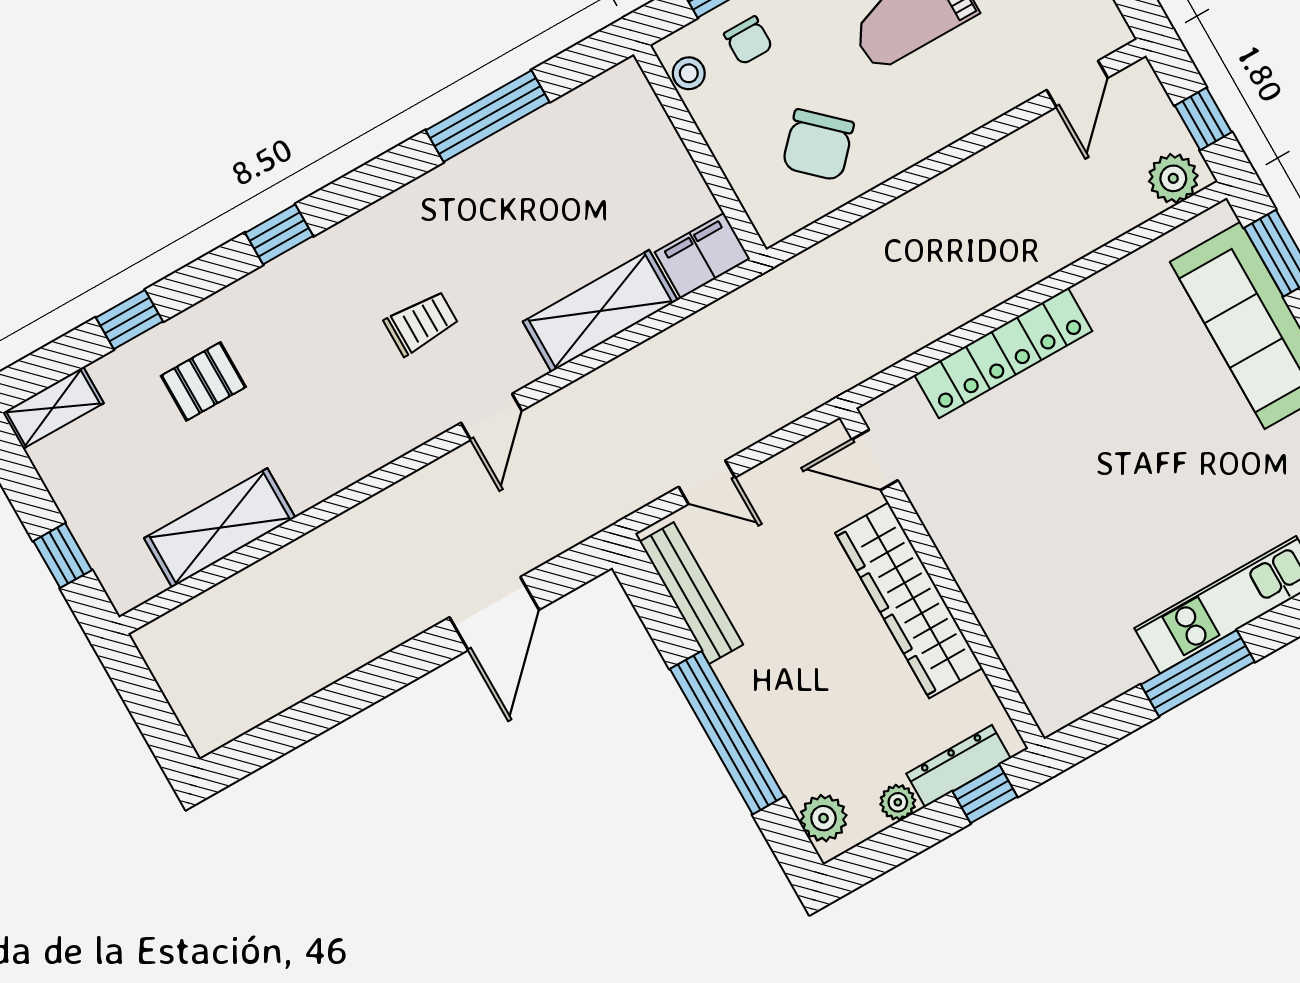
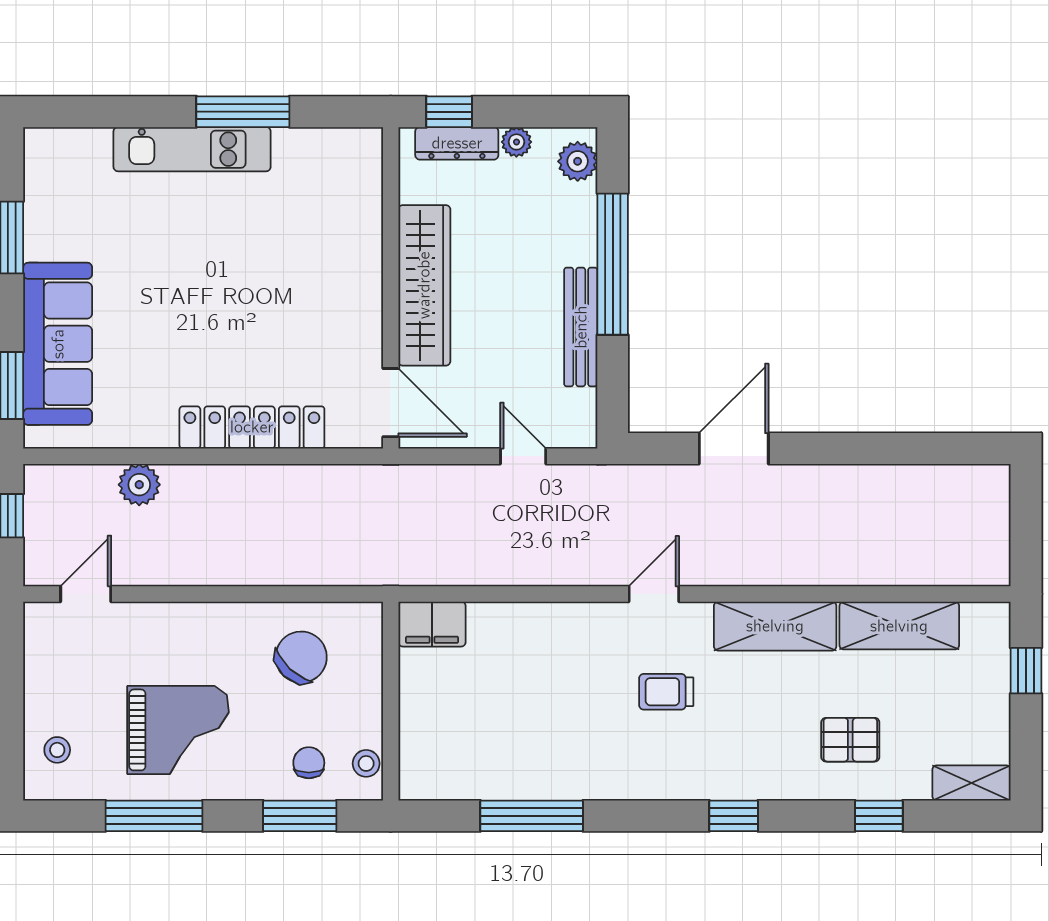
plant: (1173, 178) -> (139, 485), moved
shelving: (600, 311) -> (775, 626), moved
door: (875, 460) -> (391, 403), width x1.38
bench: (691, 593) -> (581, 327), moved

